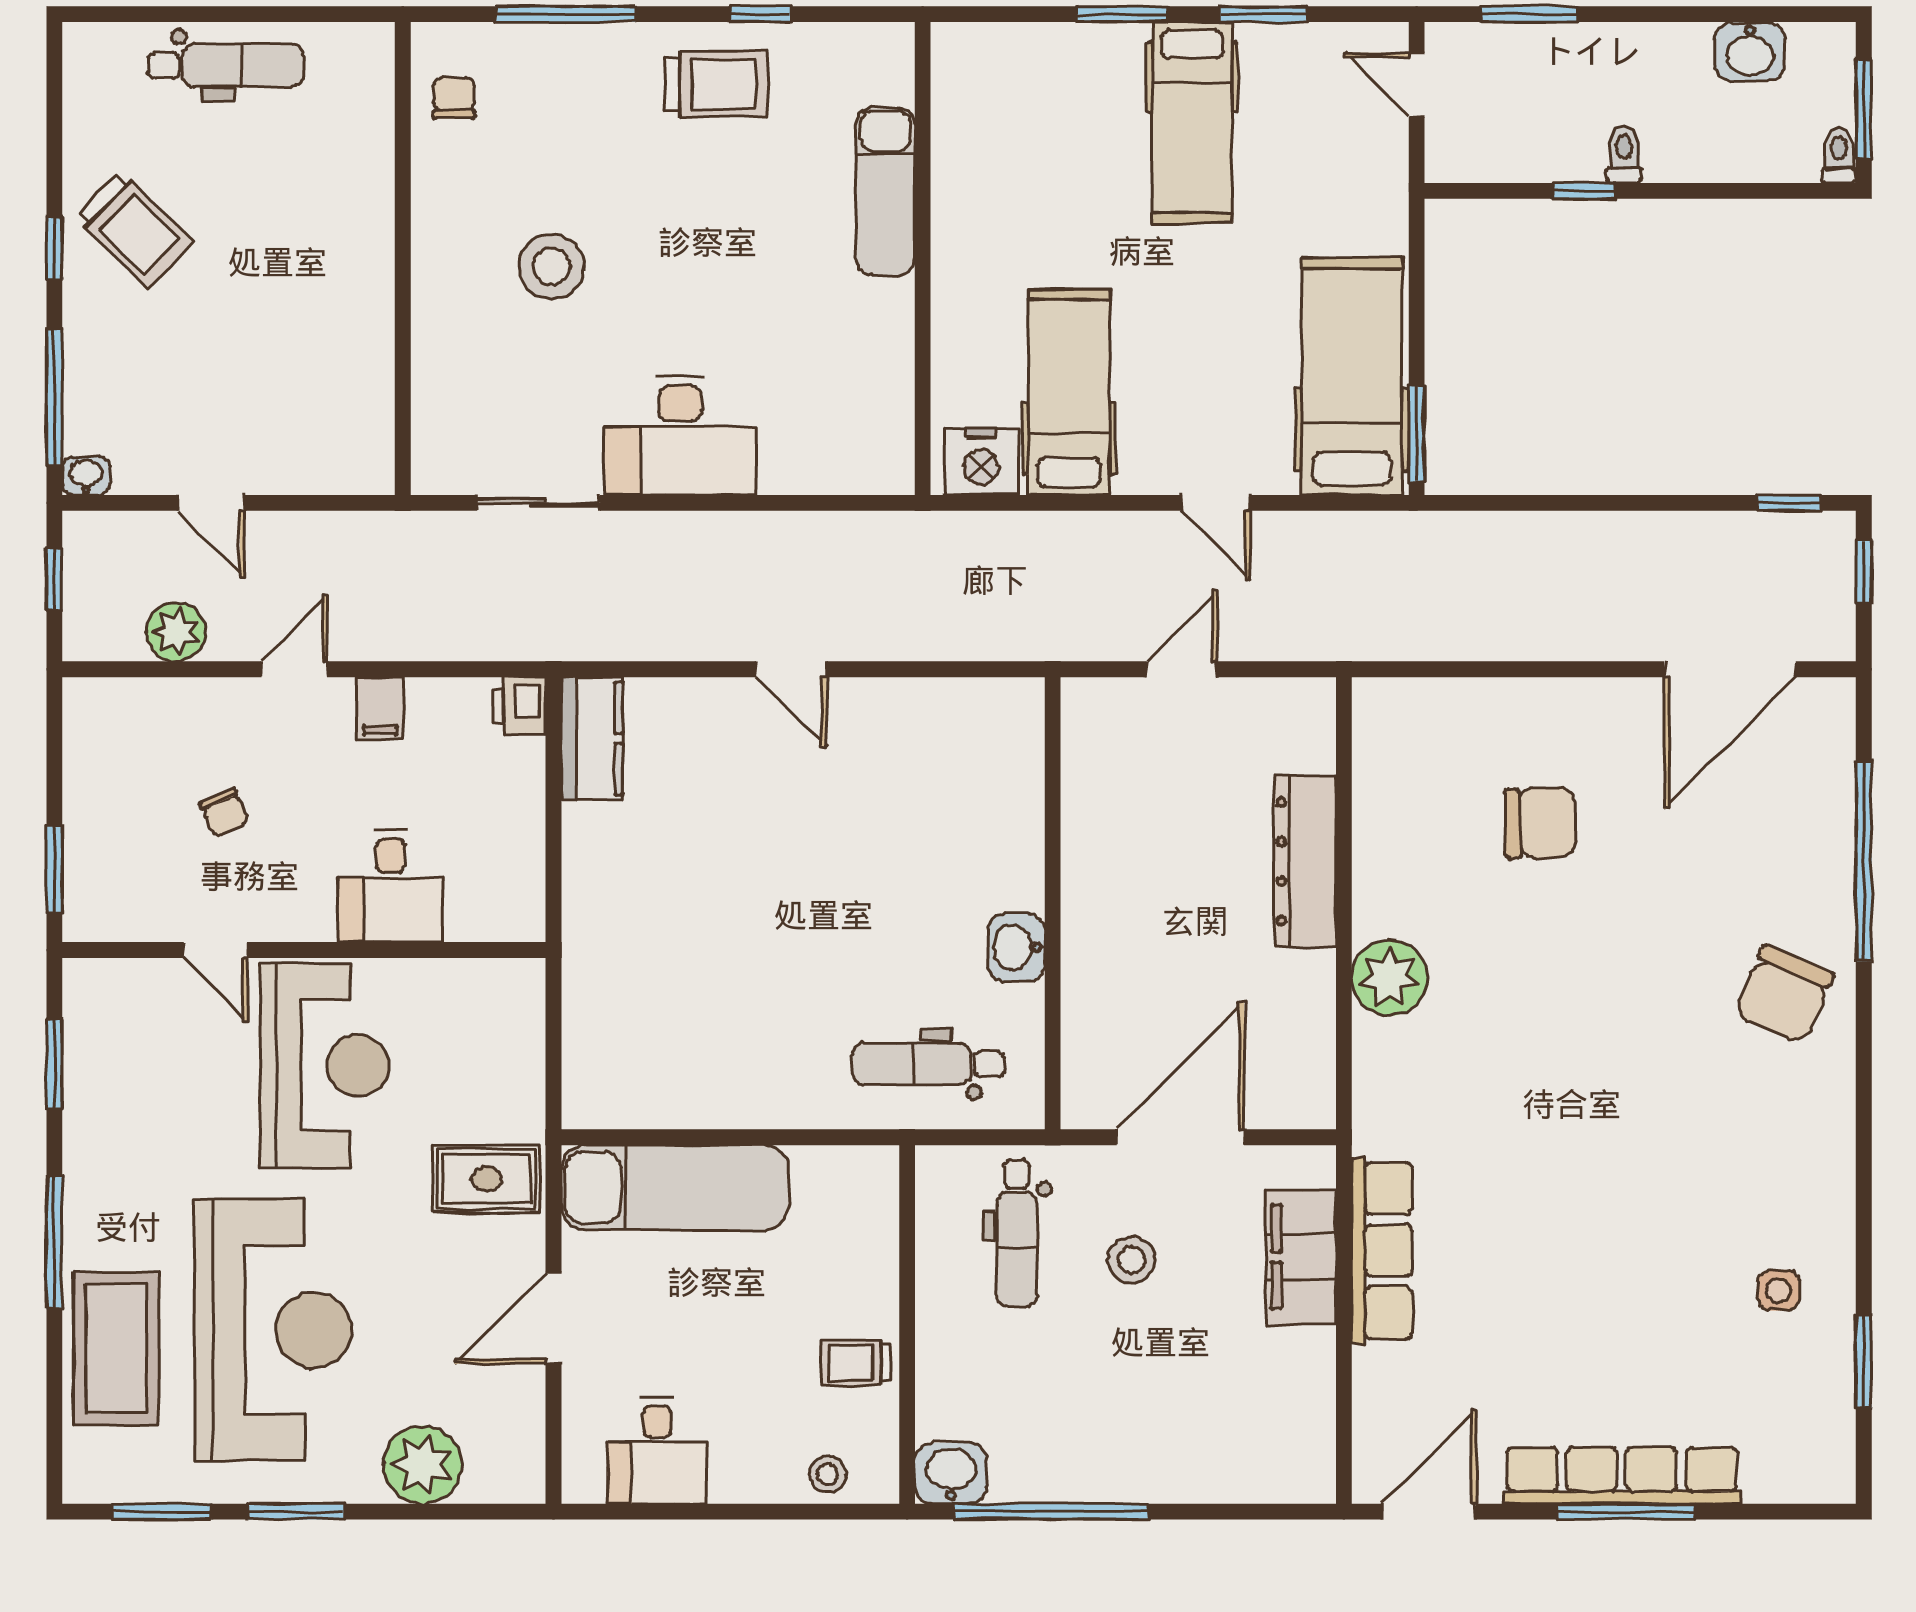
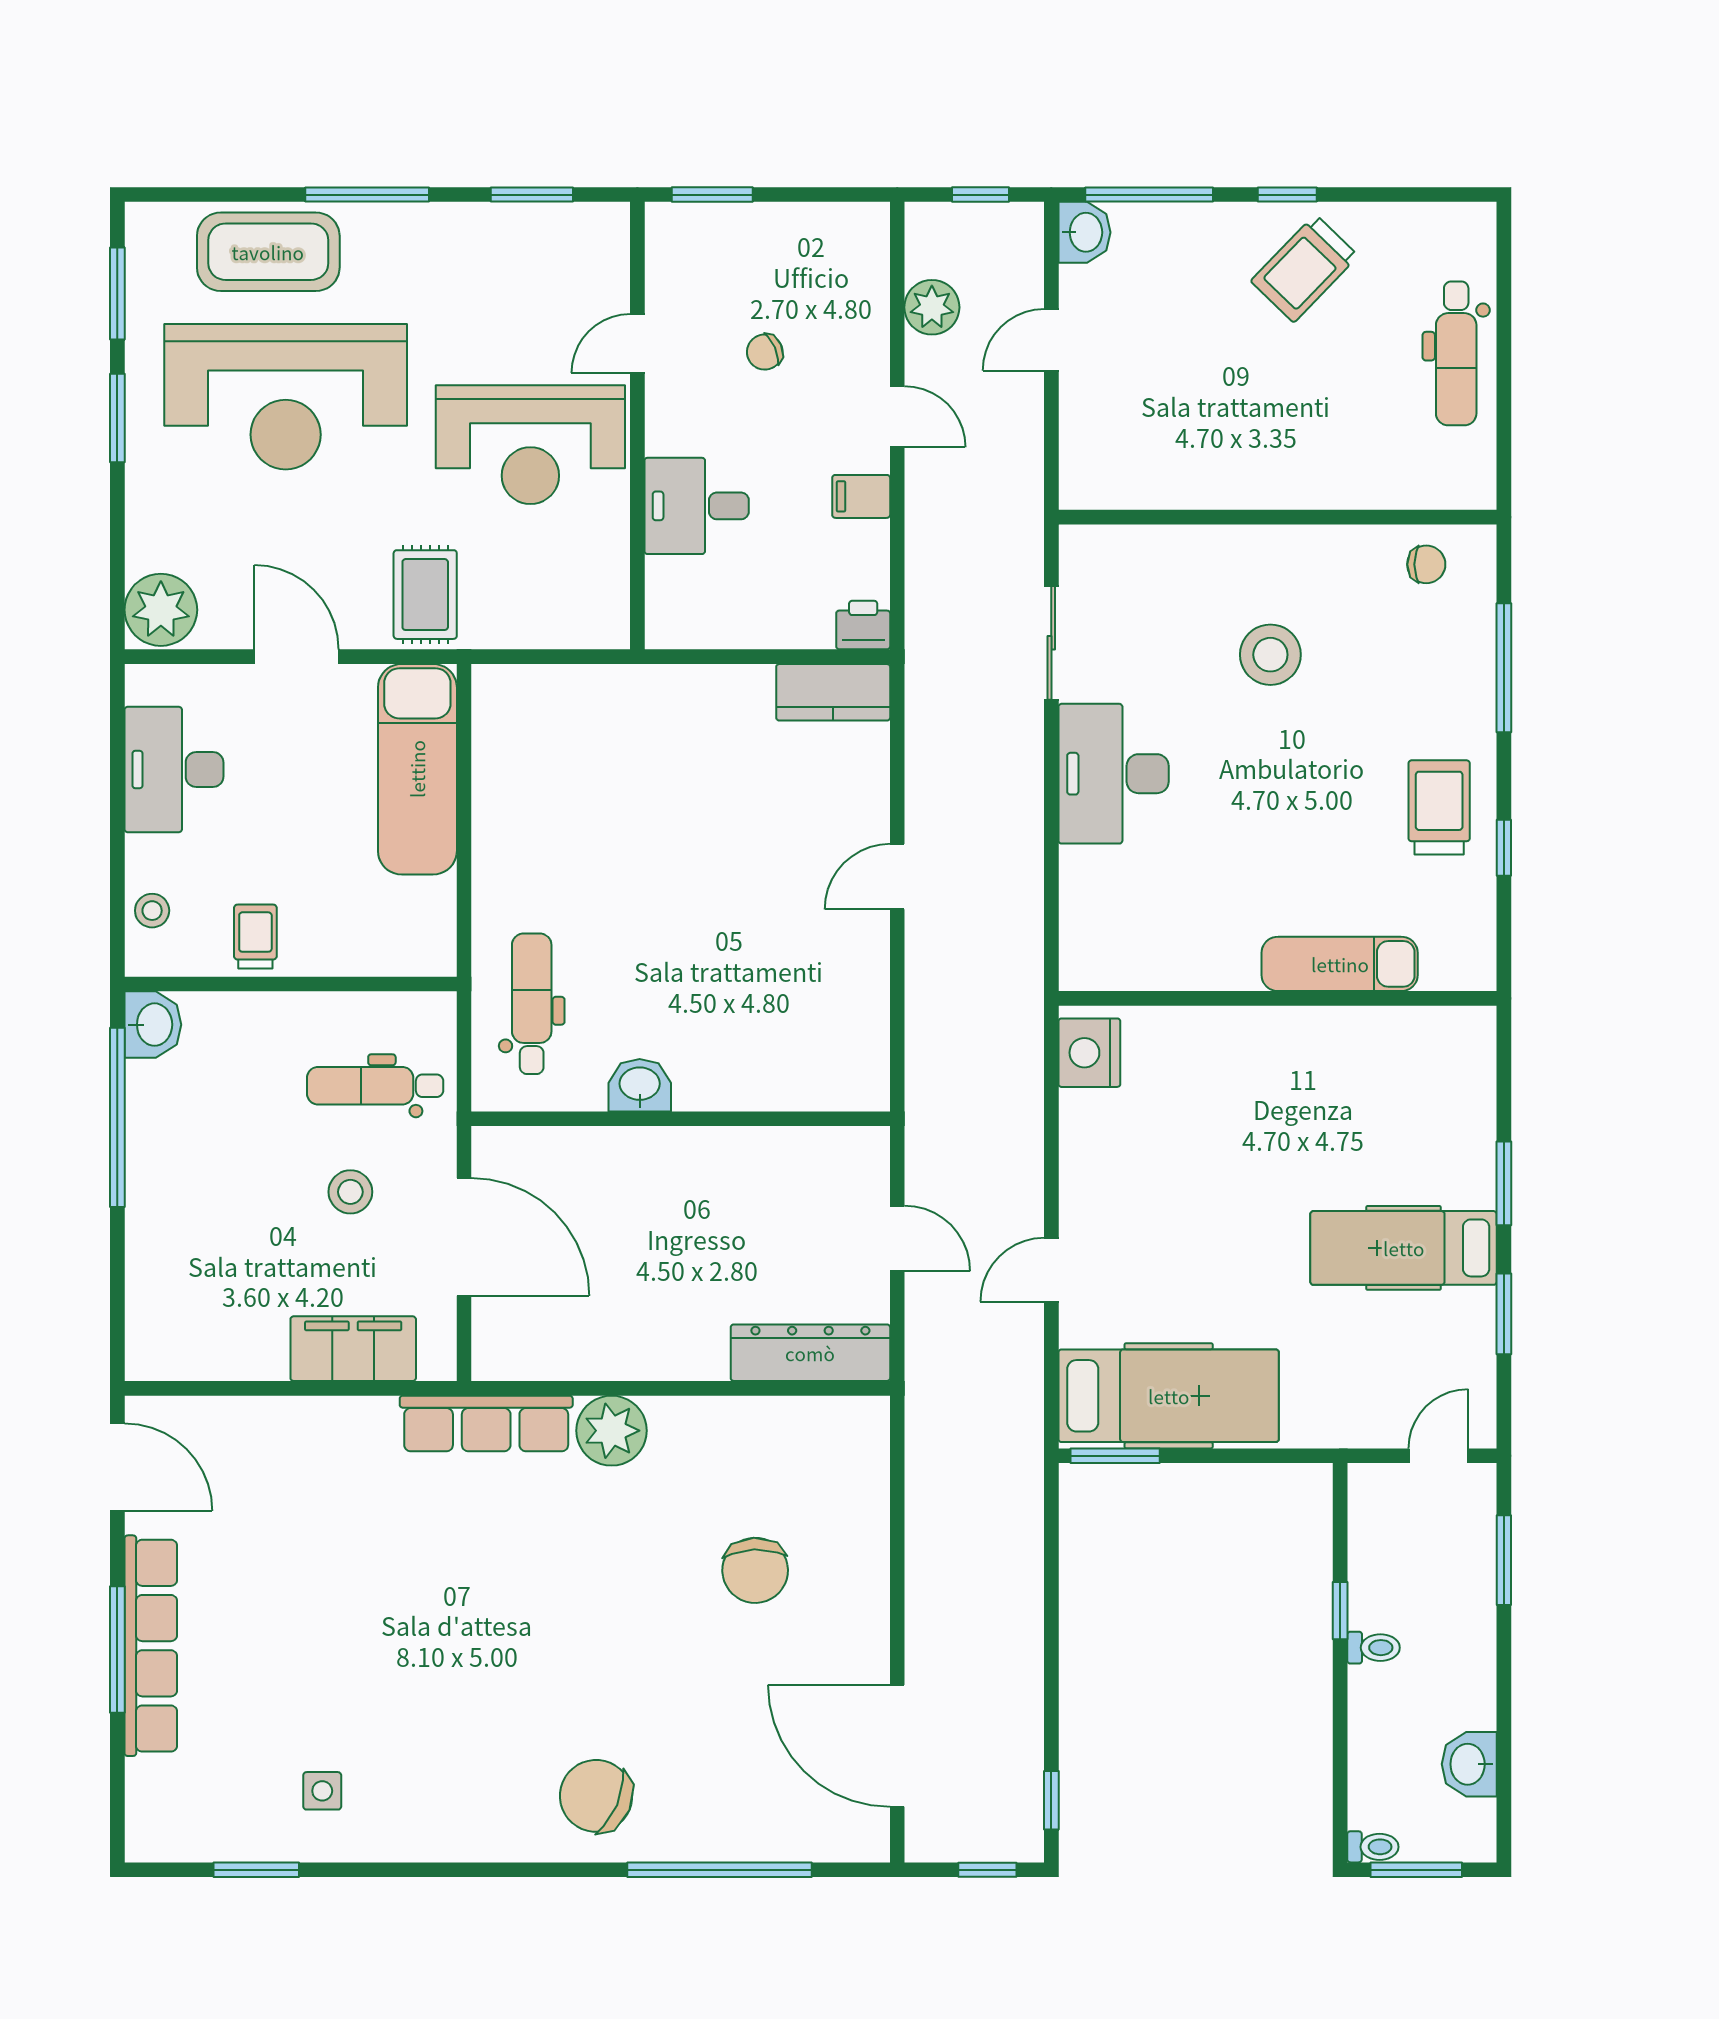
trolley: (716, 84) -> (1439, 807), turned 180
hospital bed: (1069, 392) -> (1154, 1134), removed
washbasin: (86, 476) -> (1084, 232), width x1.38, depth x1.45
dresser: (1305, 861) -> (810, 1353), moved
row of seats: (1382, 1251) -> (486, 1424), moved
desk: (657, 1450) -> (174, 770), width x1.37
plant: (423, 1465) -> (161, 610), moved

